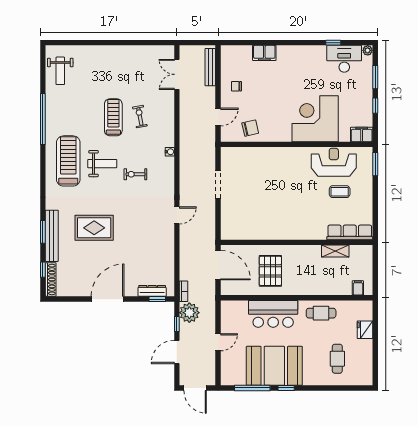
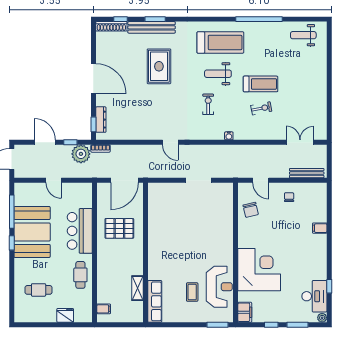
filing cabinet: (264, 53) -> (320, 228), width x0.50
weight bench: (102, 164) -> (218, 74), turned 90

